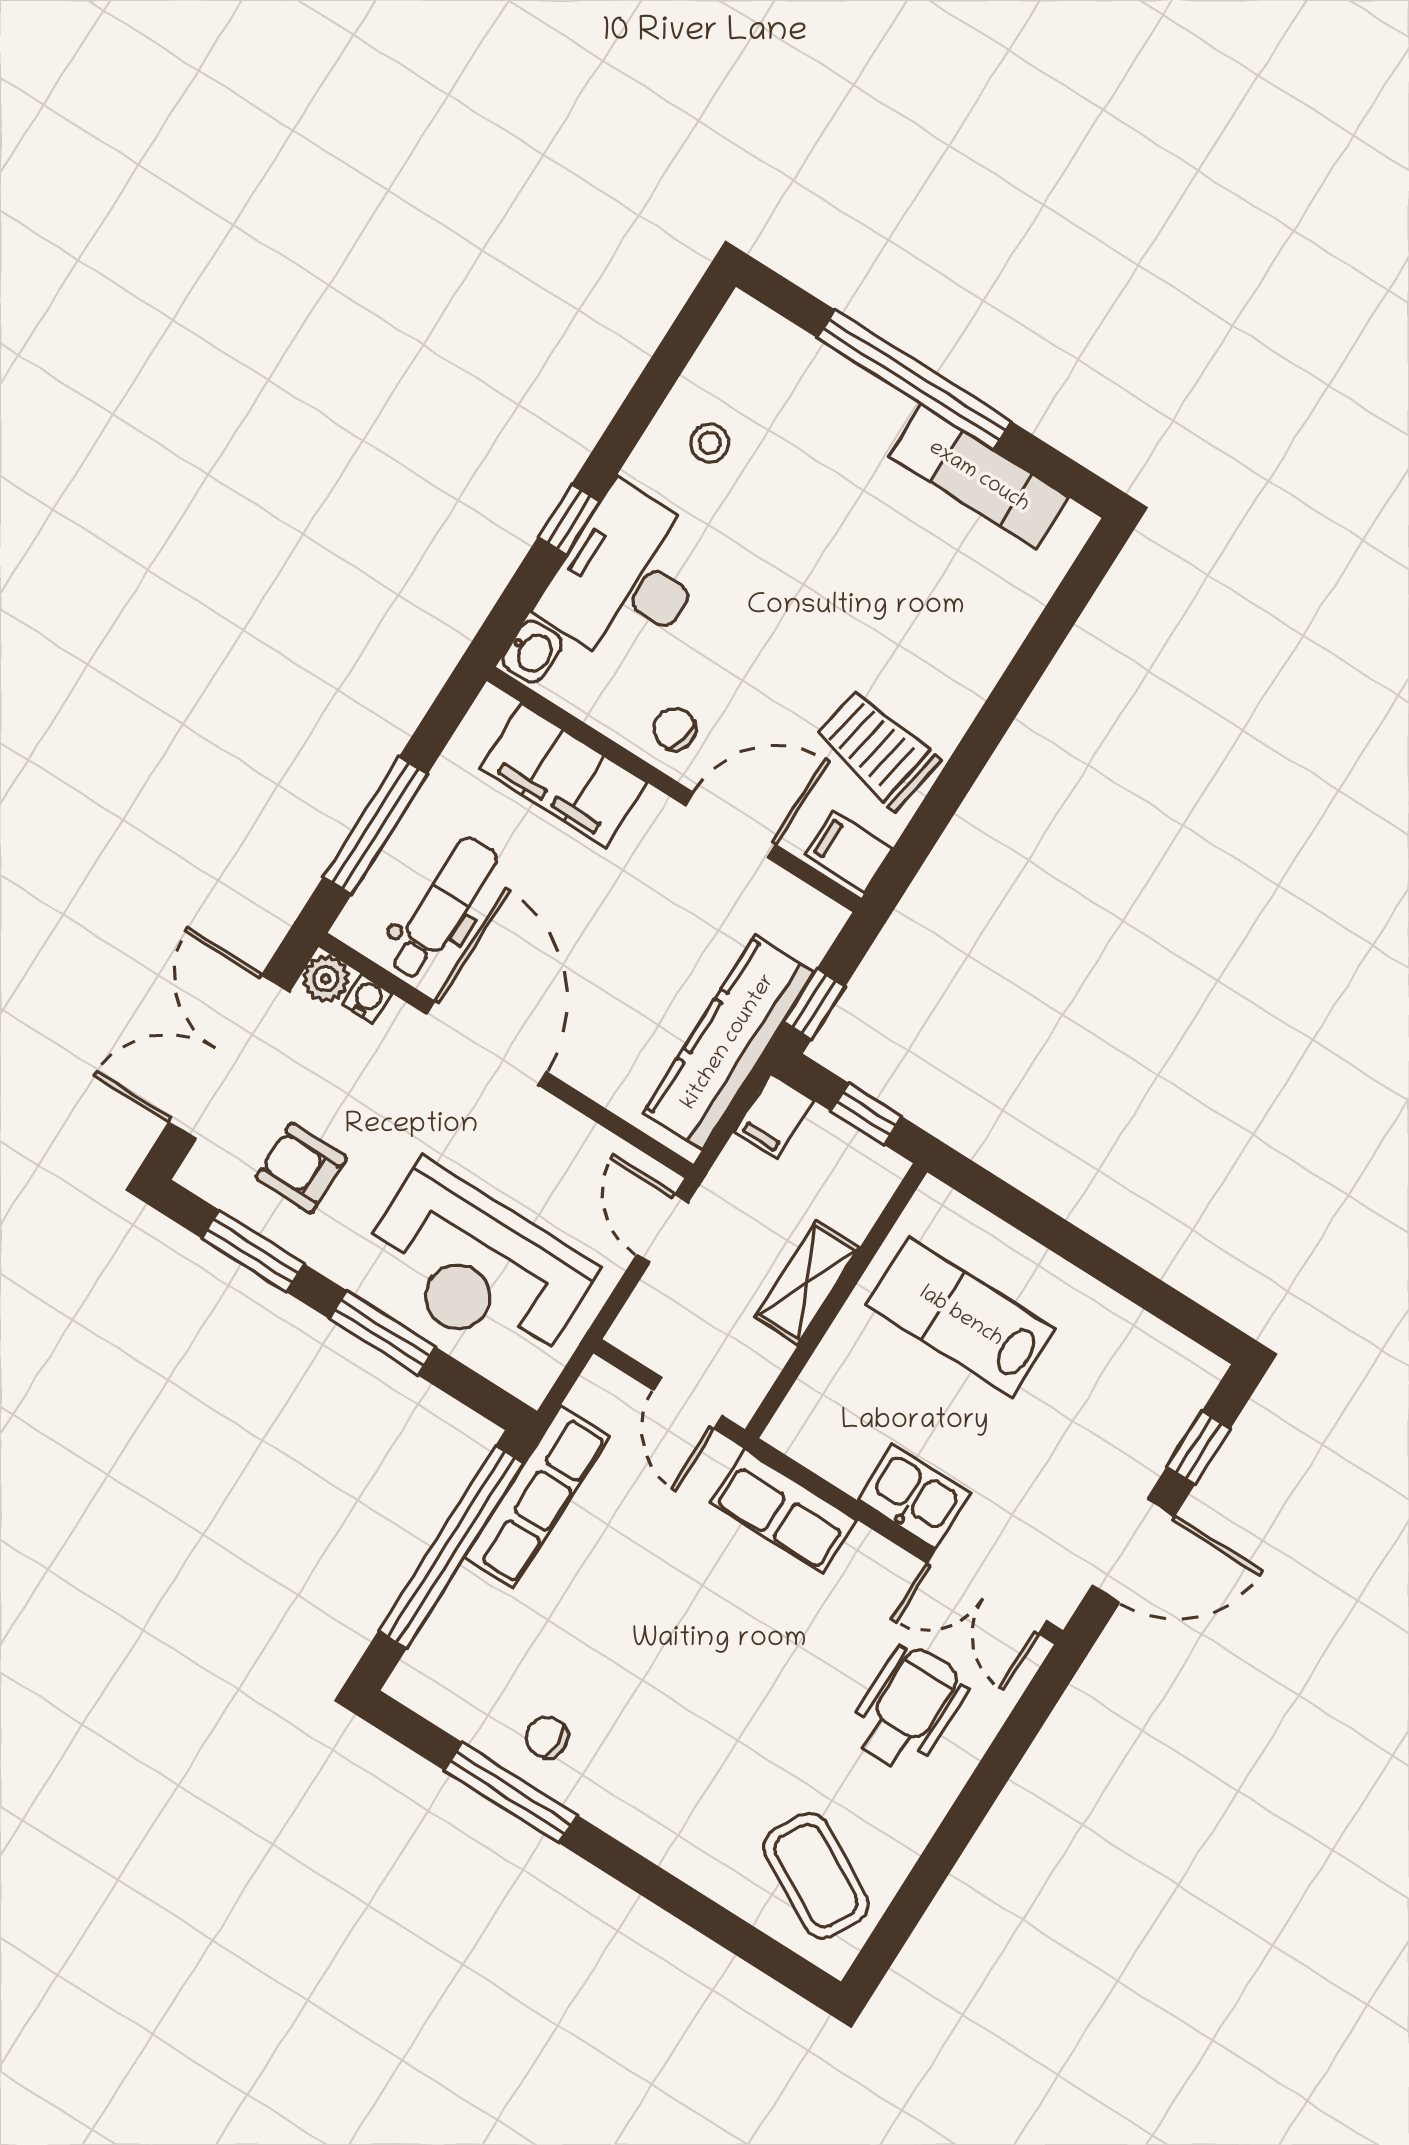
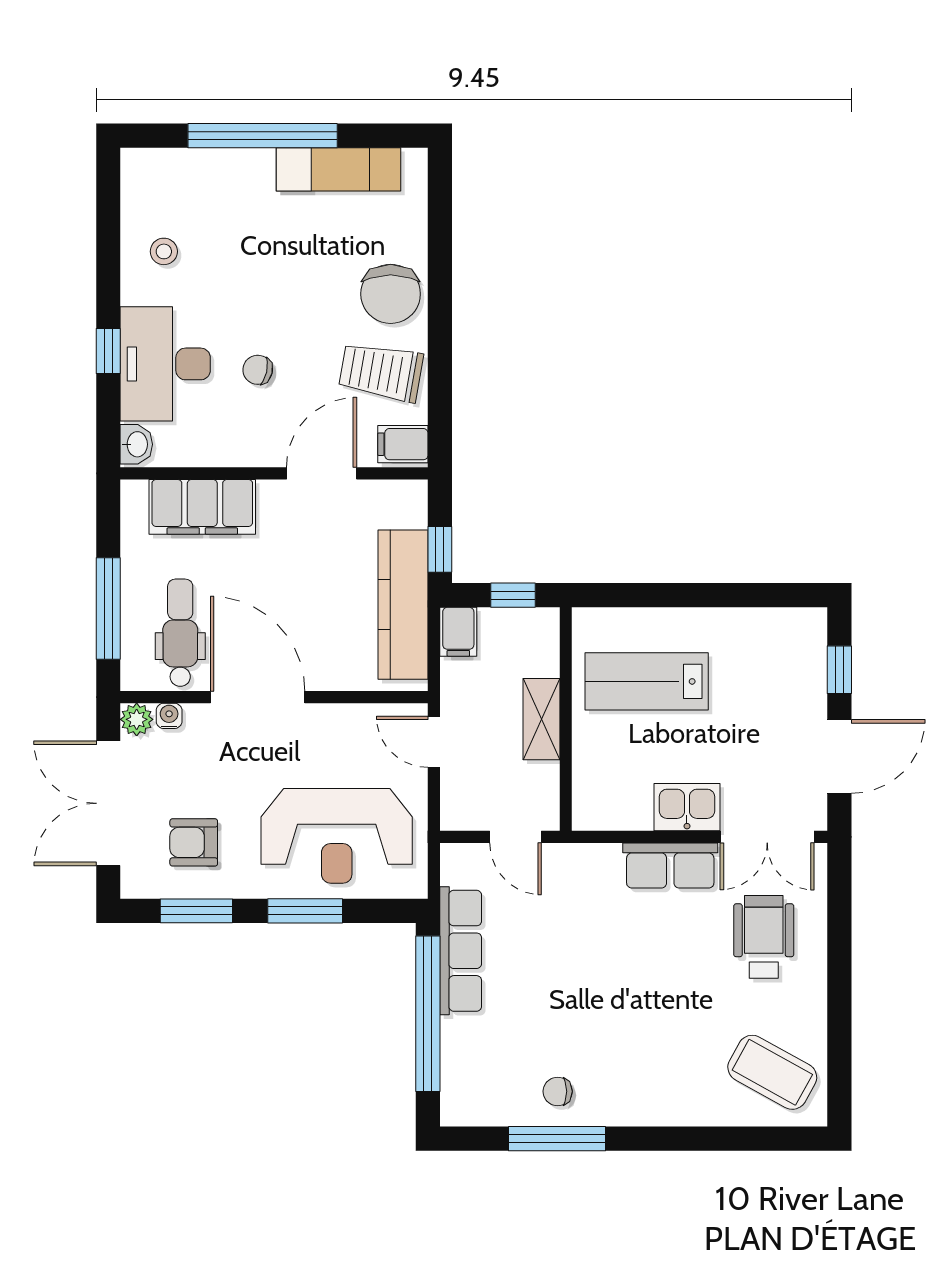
chair: (947, 664) -> (391, 294), added
chair: (675, 729) -> (258, 370), moved
row of seats: (783, 1511) -> (670, 866), moved

